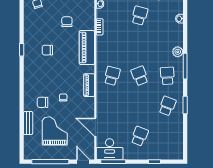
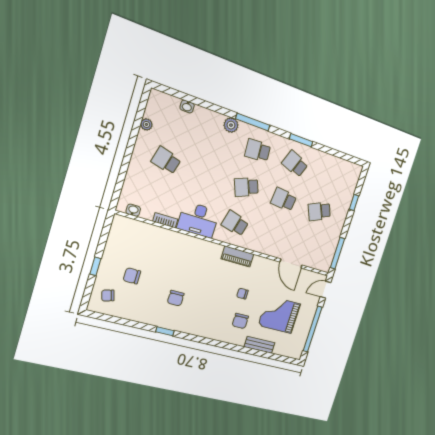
chair: (67, 22) -> (132, 276), moved
piano: (87, 48) -> (188, 245), removed
school desk: (140, 106) -> (284, 199), added
door: (95, 127) -> (291, 263), hinge flipped
school desk: (140, 136) -> (319, 211), turned -45
desk: (110, 149) -> (198, 220), moved, turned 90

